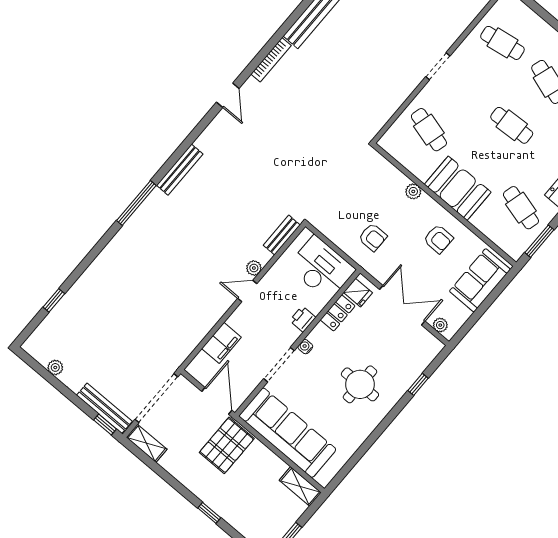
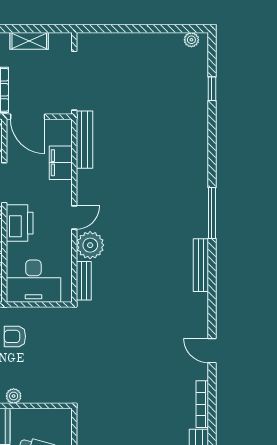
plant: (254, 268) -> (90, 245), width x1.87, depth x1.87
printer: (303, 319) -> (20, 223), width x1.87, depth x1.48
plant: (55, 367) -> (191, 40), moved
bench: (104, 408) -> (84, 140), moved, turned 90
window: (105, 425) -> (96, 29), removed
shelving: (147, 443) -> (29, 41), moved

